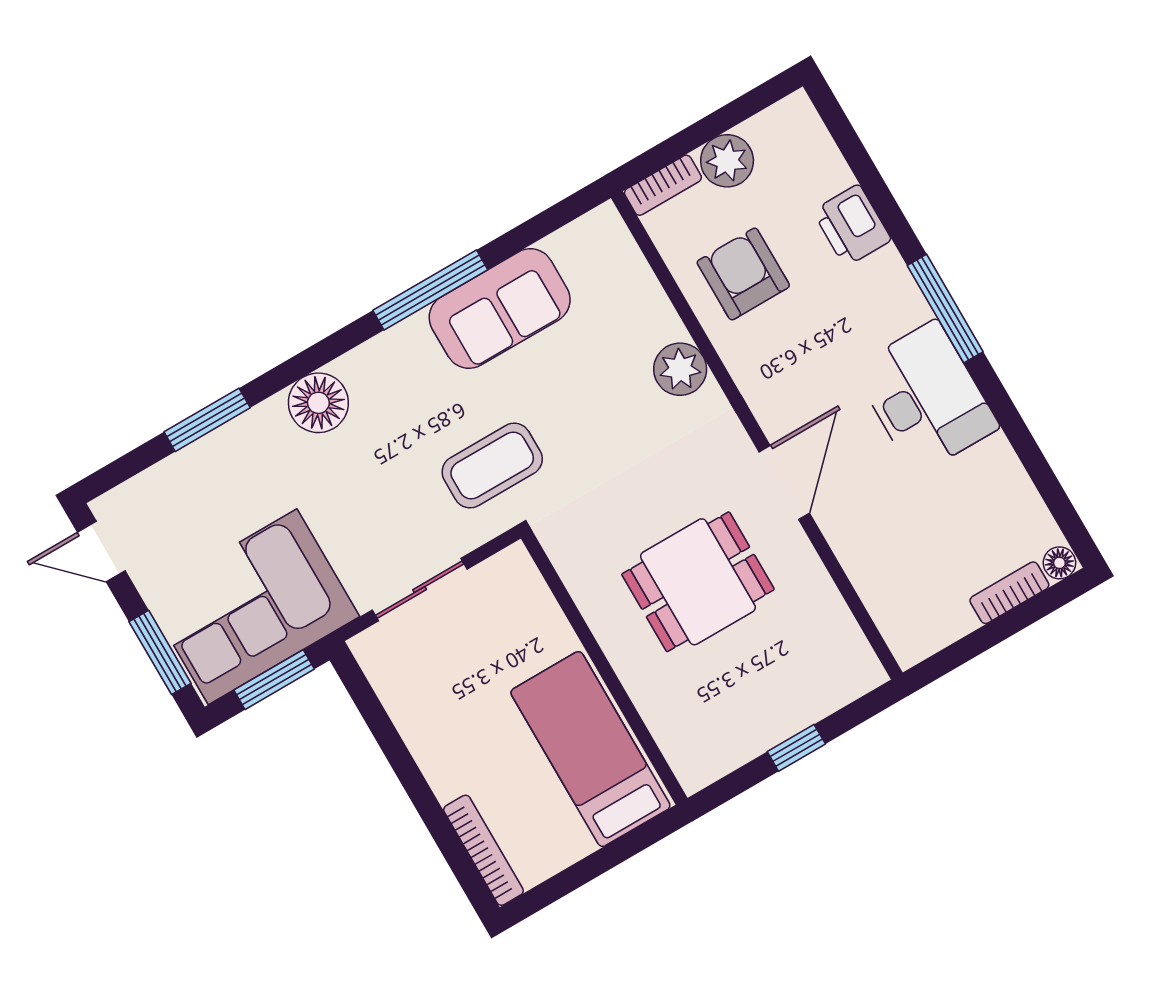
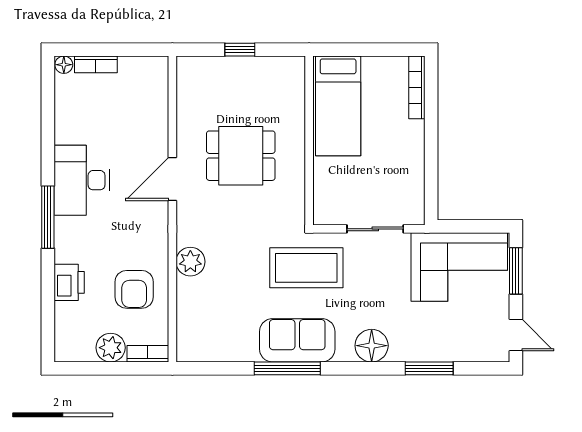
sofa: (500, 309) -> (297, 340), moved
coffee table: (492, 466) -> (306, 268), width x1.36, depth x1.32
window: (274, 680) -> (469, 226), removed

